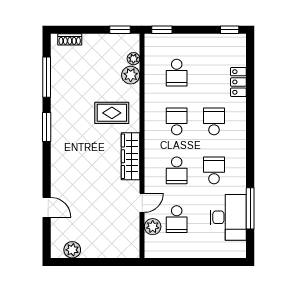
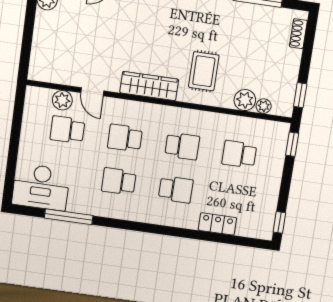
school desk: (214, 170) -> (119, 181), turned 180
desk: (228, 217) -> (41, 187), moved

